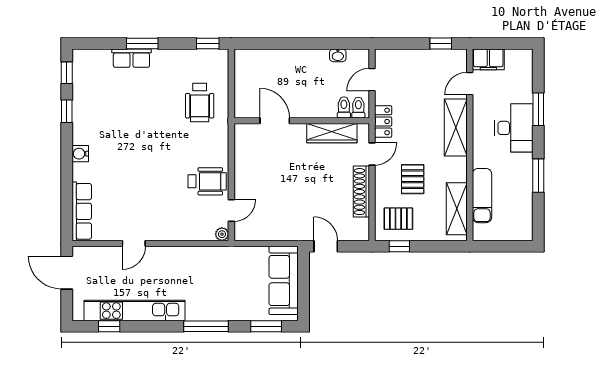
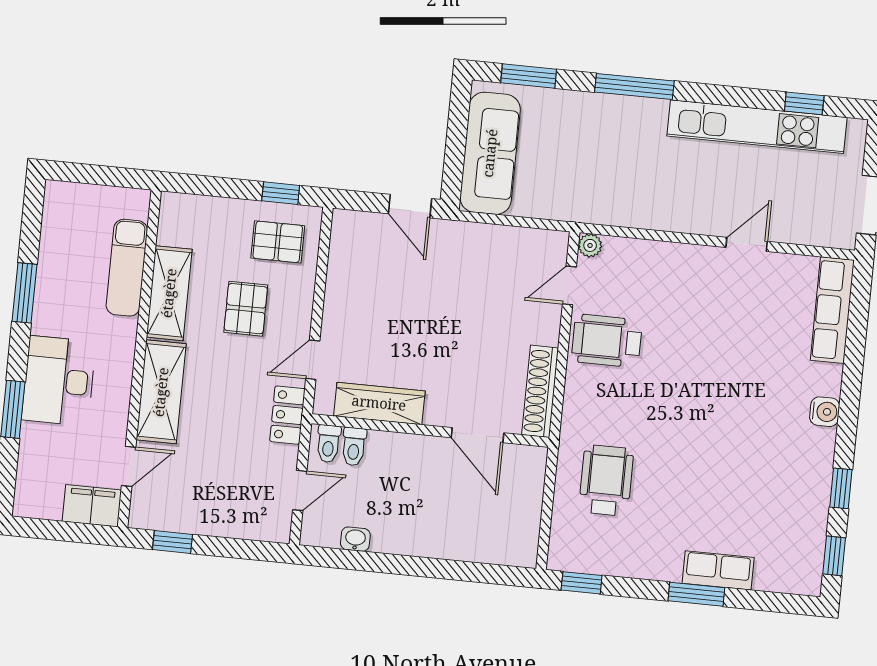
shoe rack: (361, 192) -> (540, 391), moved, turned 180
shelving: (457, 209) -> (169, 293), moved

